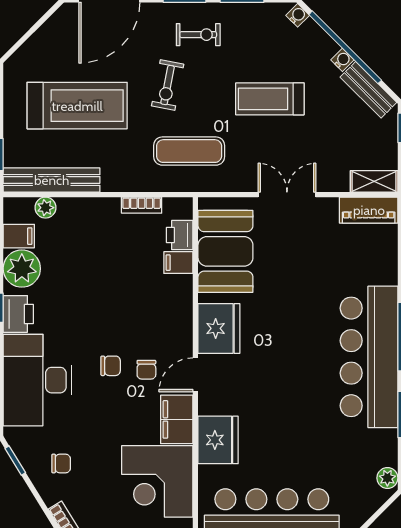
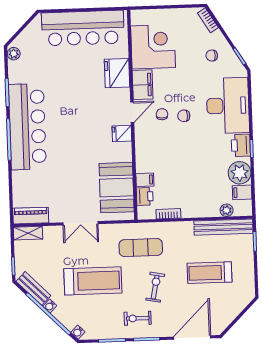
treadmill: (270, 99) -> (93, 281), width x1.37, depth x1.38
treadmill: (77, 106) -> (210, 273), width x0.73, depth x0.73
fridge: (219, 328) -> (122, 134), width x0.53, depth x0.75

